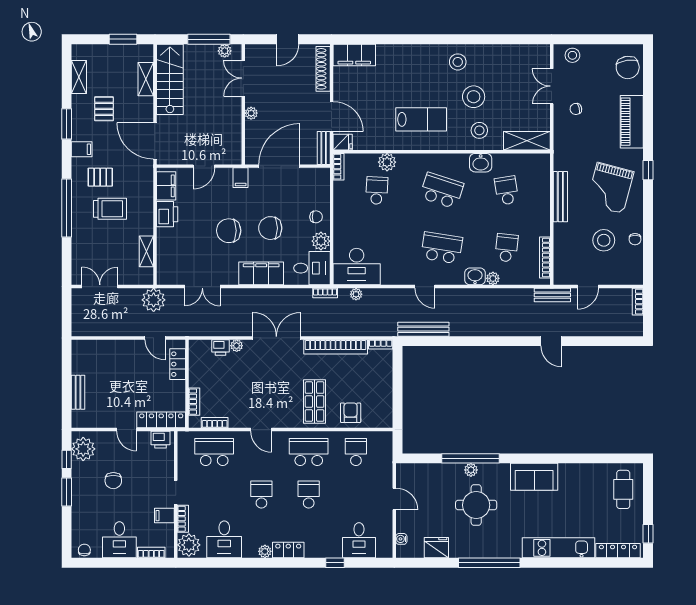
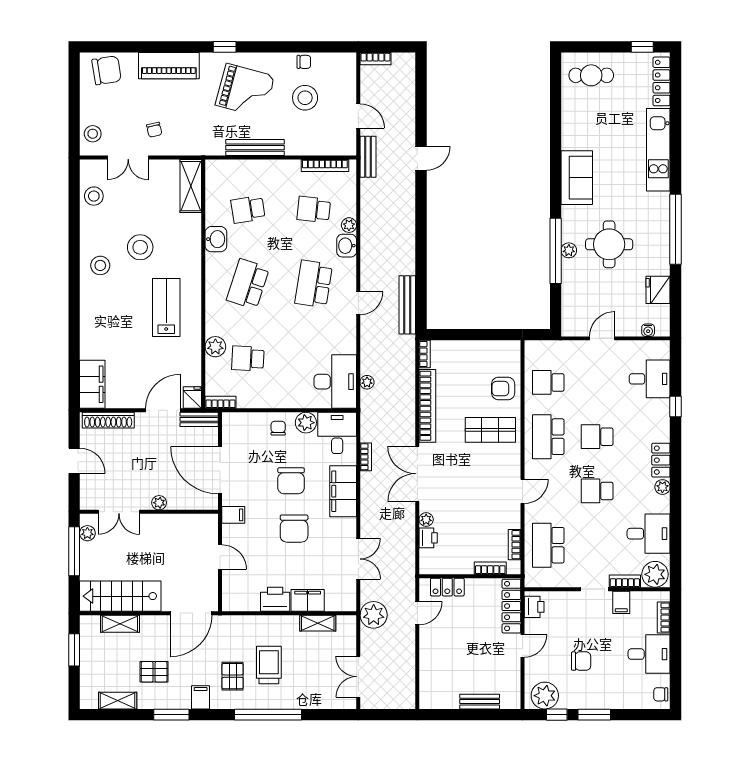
stool: (479, 130) -> (94, 196), moved
filing cabinet: (166, 186) -> (308, 600), moved
bookcase: (325, 293) -> (366, 457), moved

